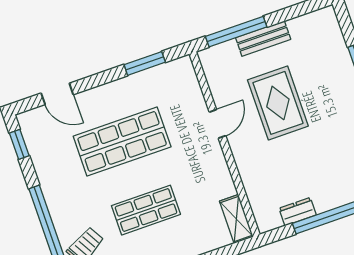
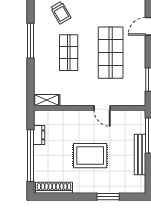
bench: (263, 39) -> (140, 154), width x1.36
rug: (278, 103) -> (90, 156), moved

